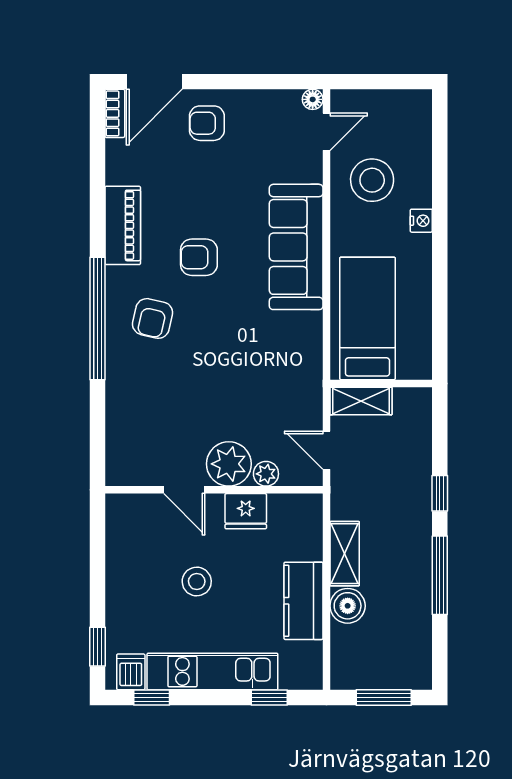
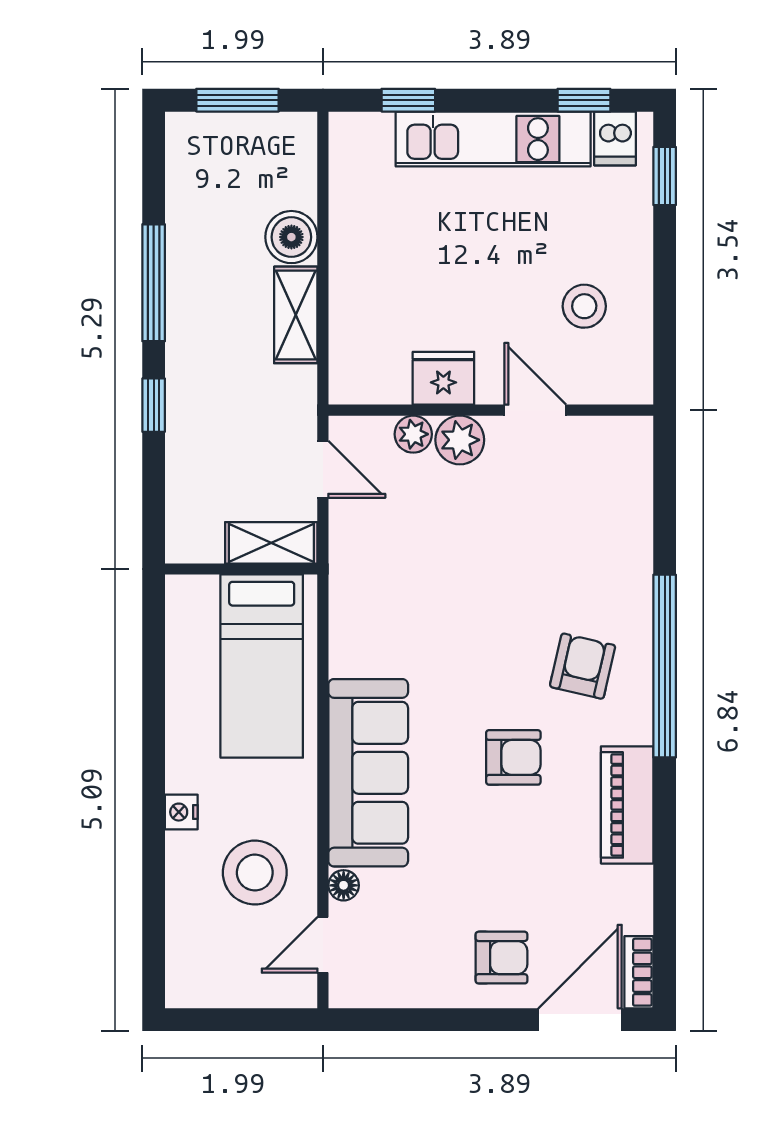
floor lamp: (313, 99) -> (344, 885), moved
plant: (229, 464) -> (460, 440), width x0.73, depth x0.73
stool: (197, 581) -> (584, 306), moved
kitchen counter: (303, 601) -> (357, 244), removed

